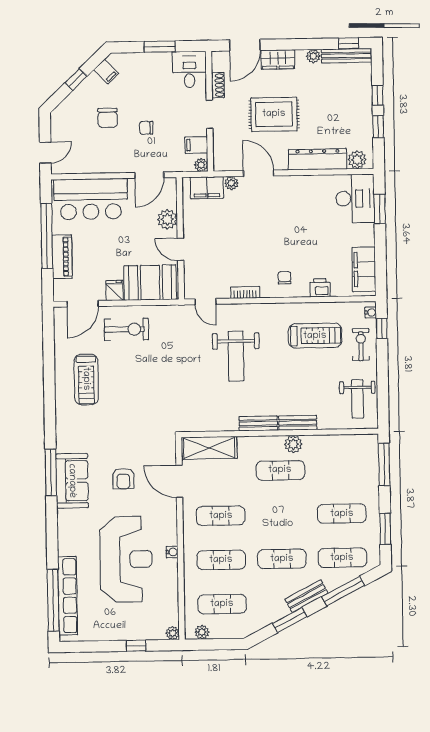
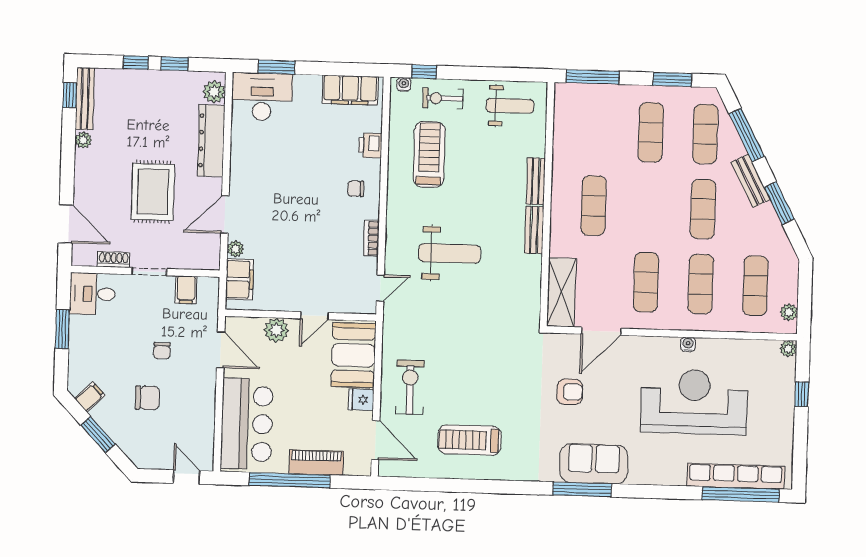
wardrobe: (278, 59) -> (85, 184), removed
window: (76, 80) -> (98, 435), width x1.50
plant: (201, 165) -> (211, 285), removed
treadmill: (86, 379) -> (469, 440), turned 180
plant: (293, 444) -> (562, 188), removed
armchair: (123, 478) -> (570, 392), moved

